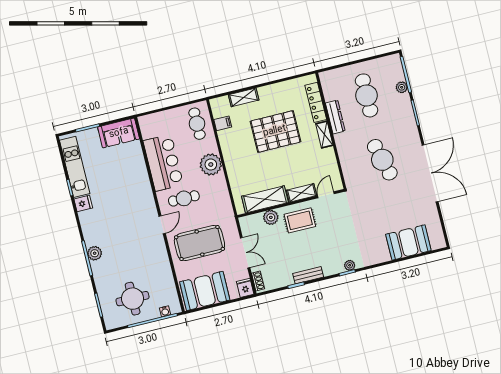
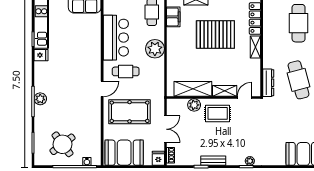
dresser: (335, 117) -> (268, 83), moved
filing cabinet: (223, 123) -> (173, 17), width x2.00
round table: (133, 299) -> (63, 144), turned -37

